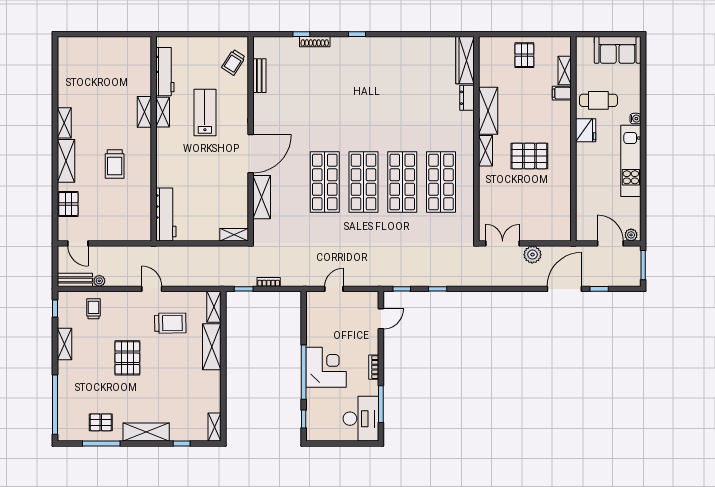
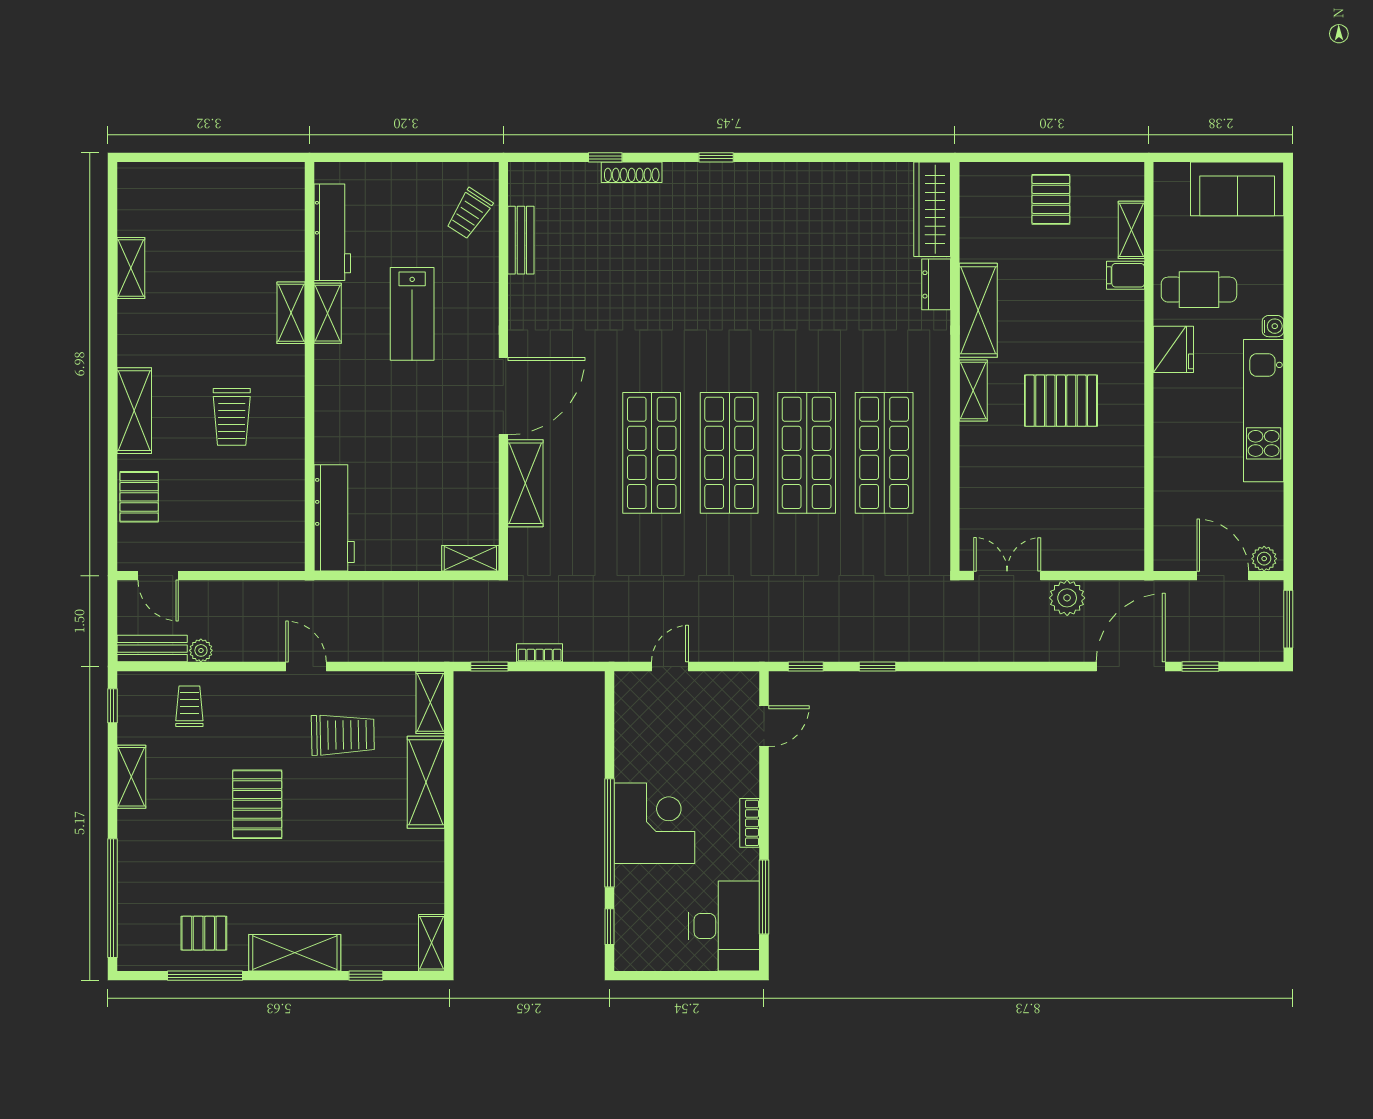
lab bench: (205, 112) -> (412, 314), turned 180
shelving: (64, 123) -> (131, 268), moved

